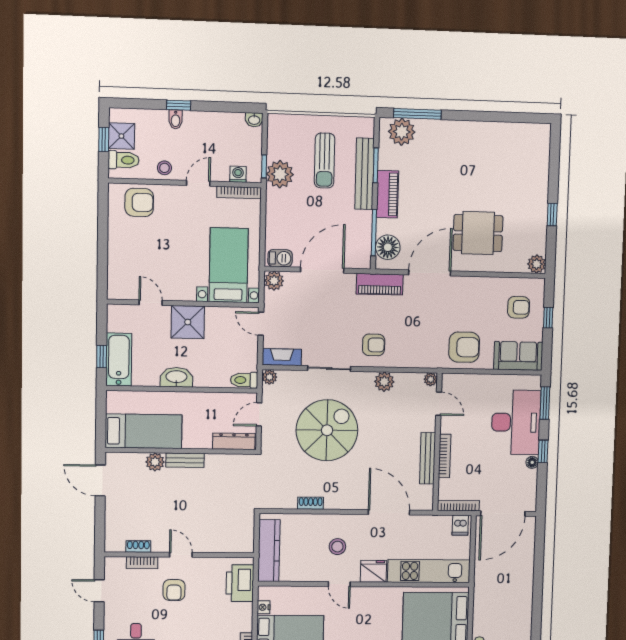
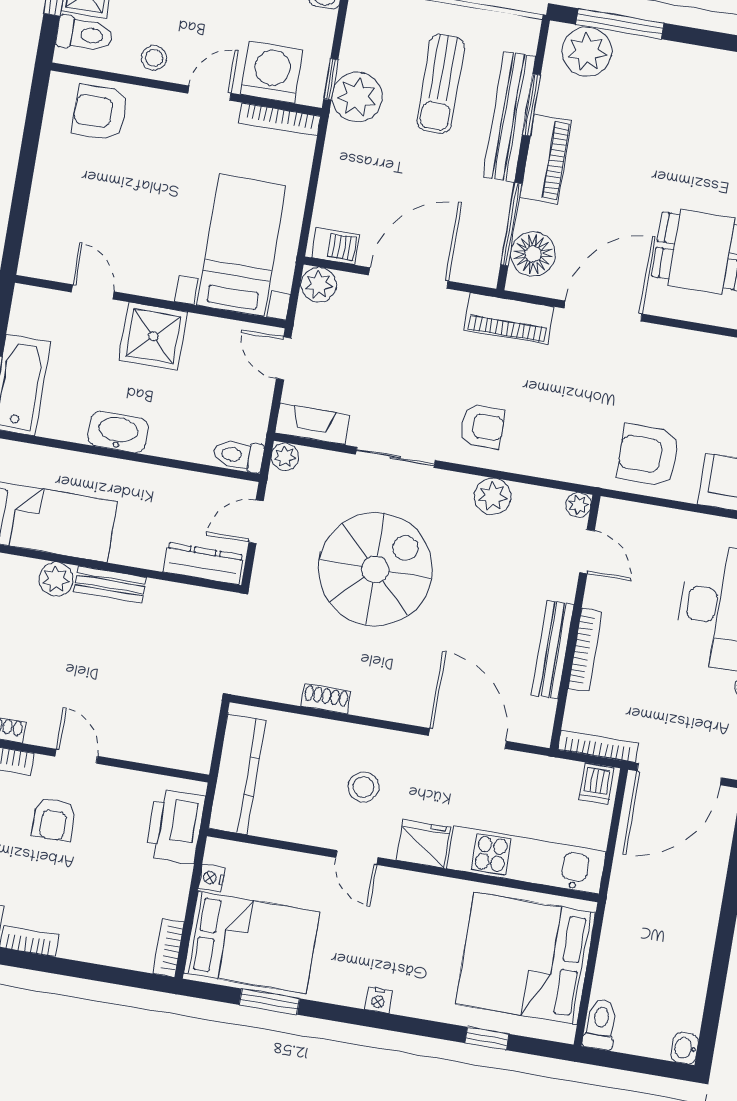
washing machine: (238, 174) -> (272, 72), width x1.89, depth x1.89
armchair: (139, 202) -> (100, 112), turned 180
armchair: (464, 347) -> (648, 455), turned 180

